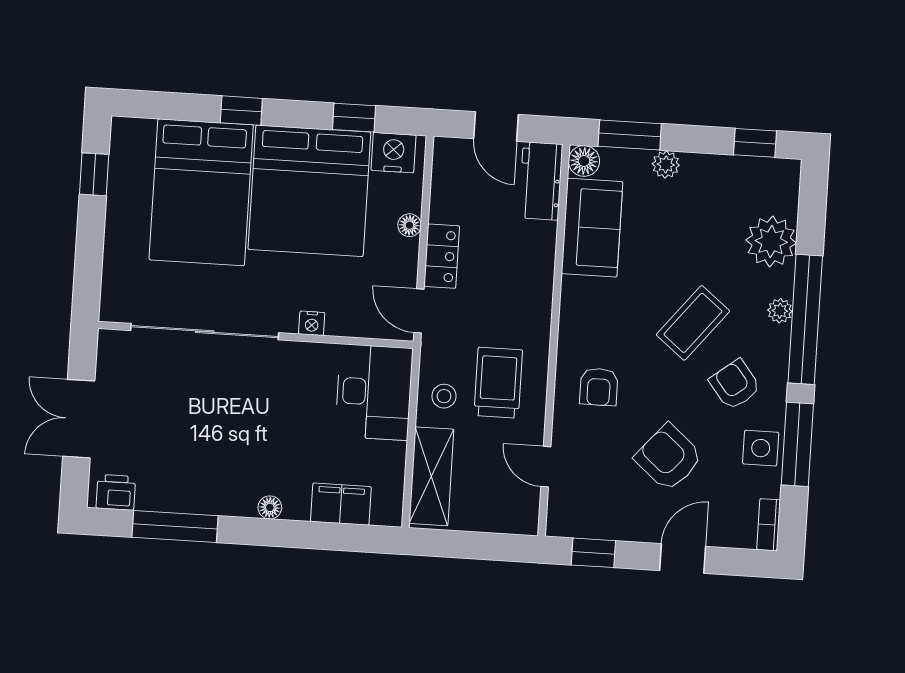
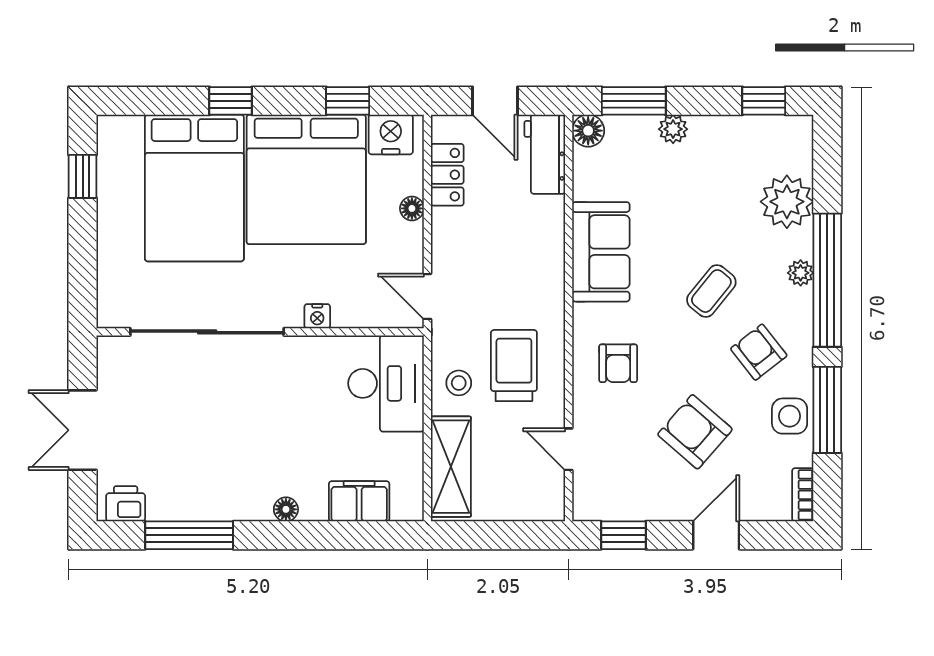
sofa: (592, 228) -> (601, 252), moved
locker: (442, 256) -> (447, 175), moved
coffee table: (693, 323) -> (711, 291), width x0.73, depth x0.77

